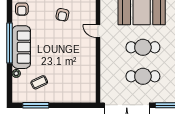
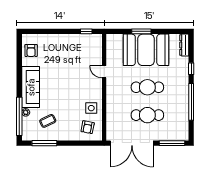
armchair: (62, 15) -> (88, 127), moved
window: (10, 43) -> (19, 116), moved
side table: (85, 69) -> (91, 108), added

